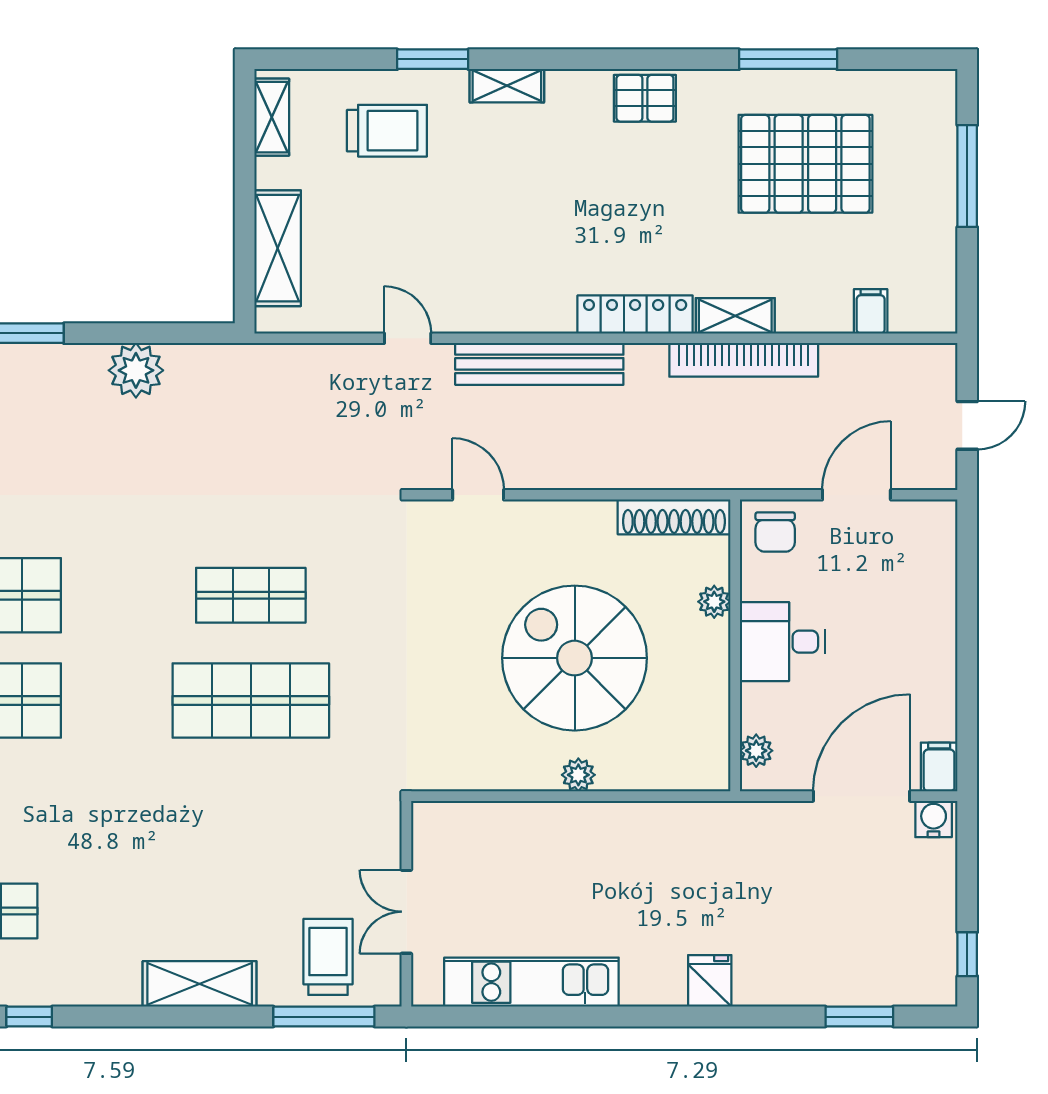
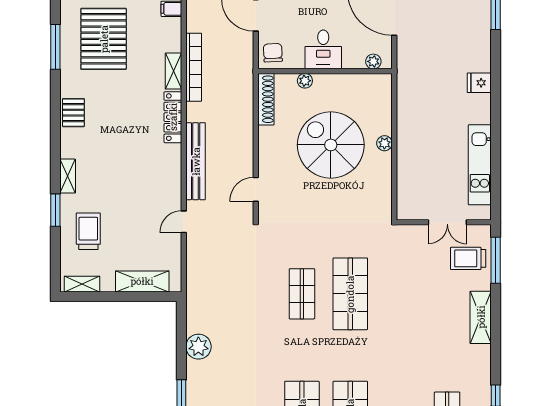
chair: (775, 532) -> (273, 53), turned -93
spiral stairs: (575, 658) -> (331, 145), turned 90

